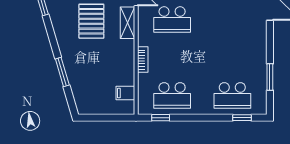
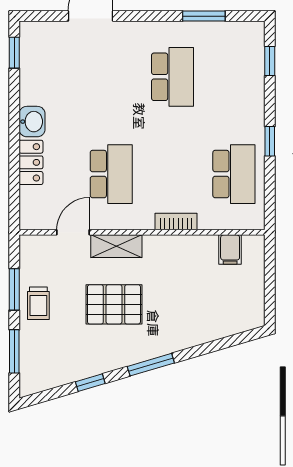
window: (62, 72) -> (151, 365), moved
school desk: (232, 95) -> (173, 77), moved
window: (161, 118) -> (270, 141), moved

